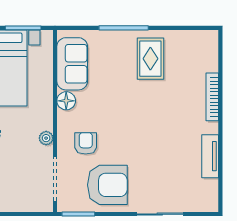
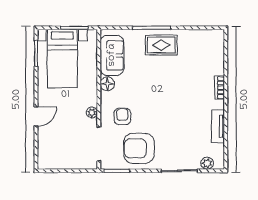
rug: (150, 59) -> (161, 45), moved, turned 90
bookcase: (212, 97) -> (220, 88), width x0.64
armchair: (107, 185) -> (139, 148), turned 180
plant: (196, 204) -> (207, 163), added

